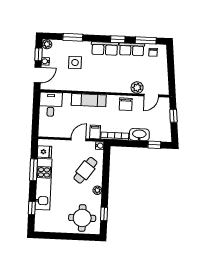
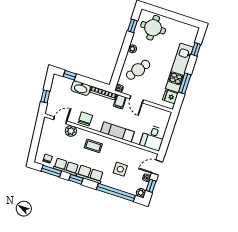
window: (73, 37) -> (116, 192), width x2.11
coffee table: (110, 79) -> (93, 146), added
door: (78, 139) -> (137, 99), hinge flipped

